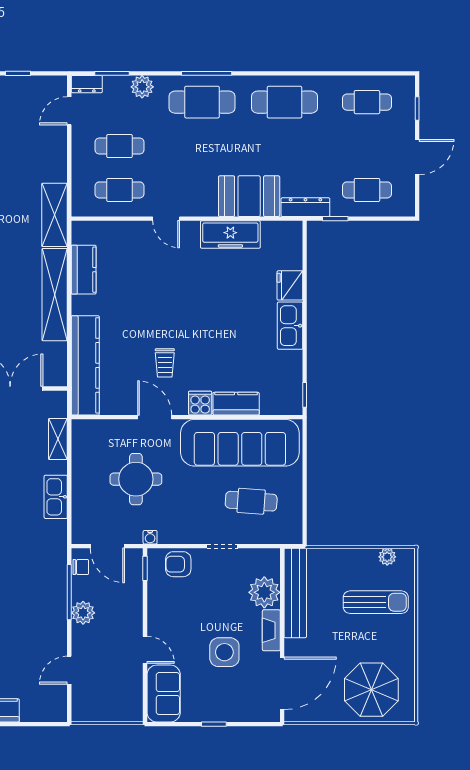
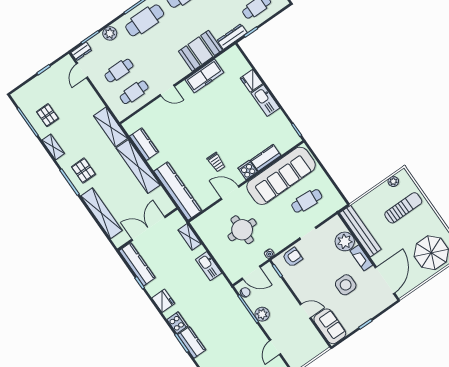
armchair: (178, 564) -> (292, 257), turned 180

